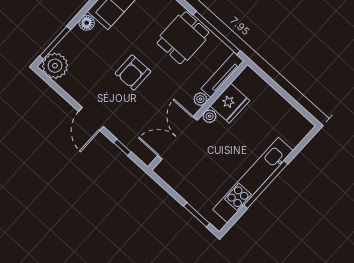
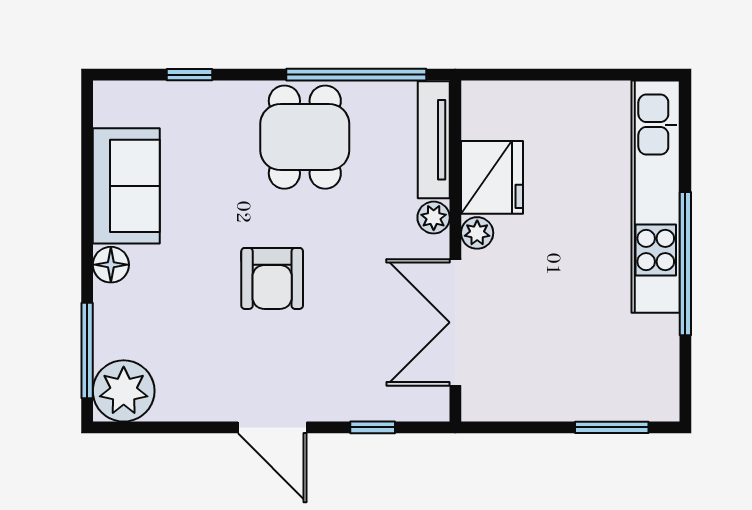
kitchen unit: (253, 180) -> (656, 197), moved

